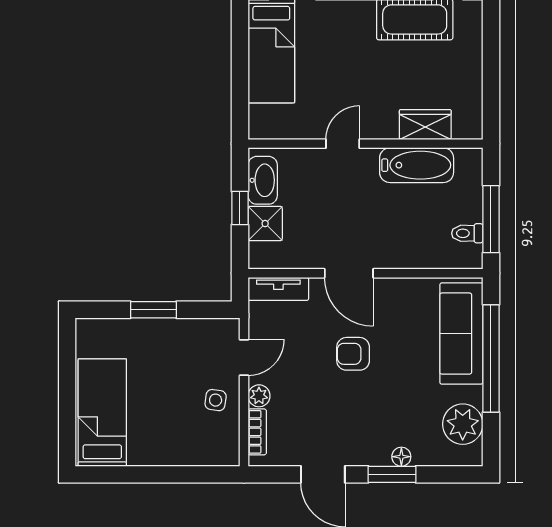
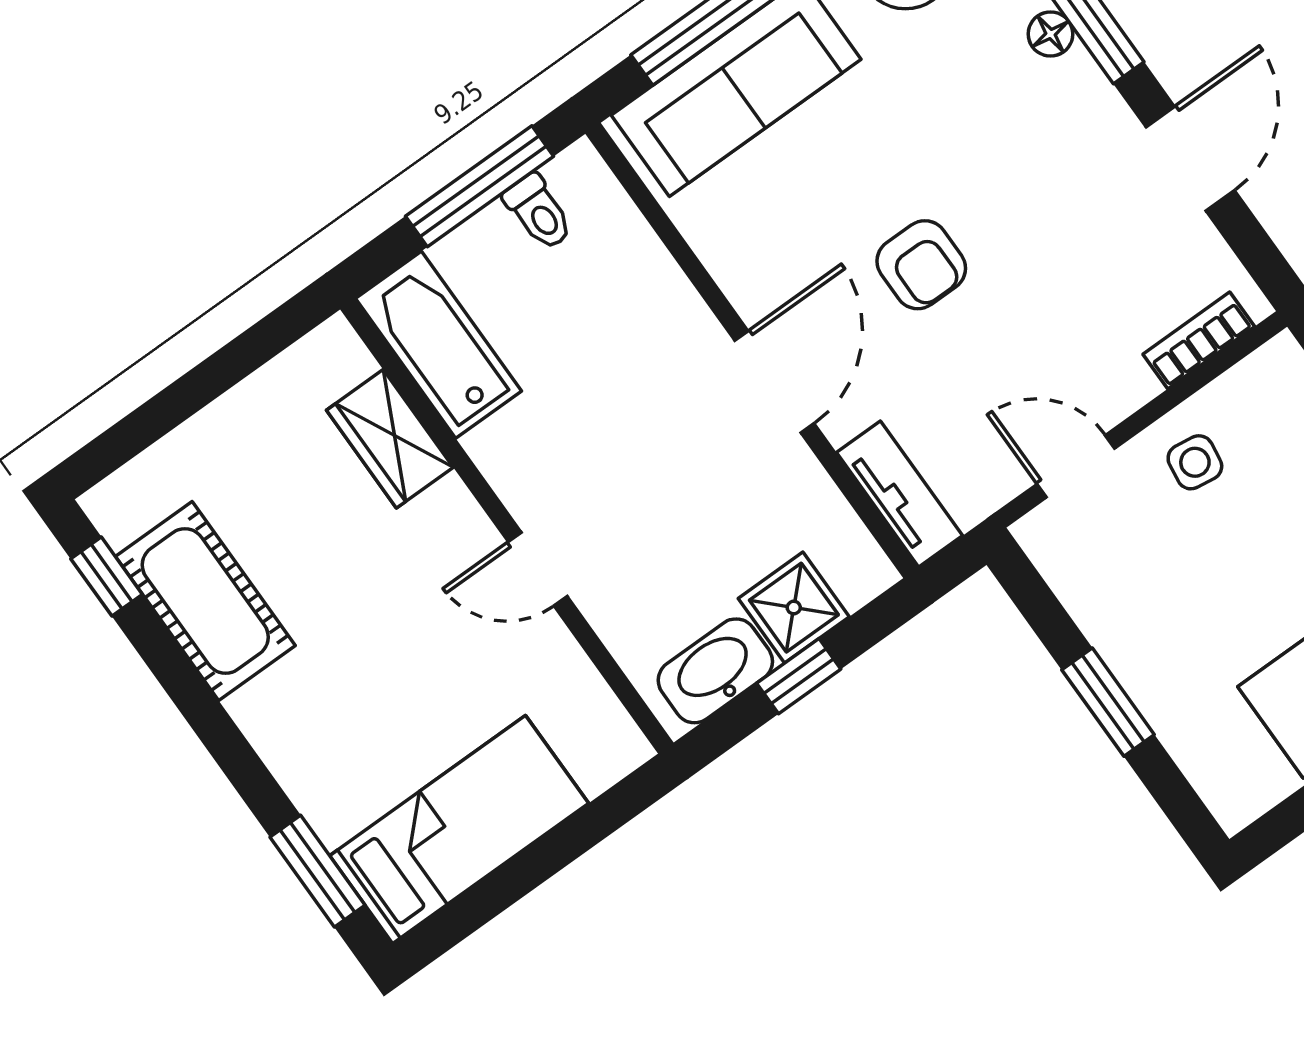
bathtub: (417, 165) -> (439, 345), moved
plant: (259, 396) -> (1128, 386), removed

